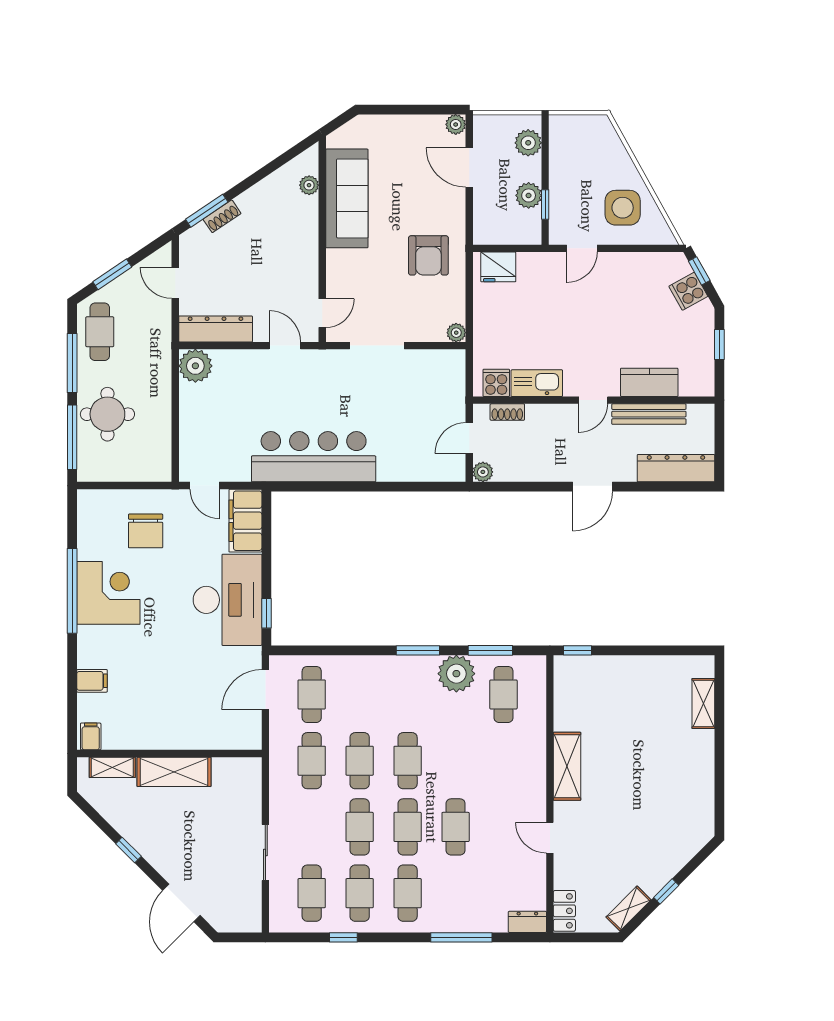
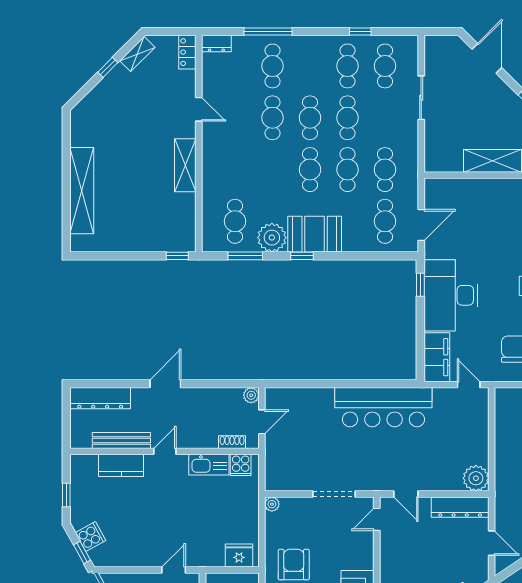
window: (418, 650) -> (302, 256), width x0.67
booth: (402, 678) -> (315, 234), added
shelving: (703, 703) -> (82, 191), width x2.20, depth x1.33
cafe table: (408, 893) -> (273, 66), moved

